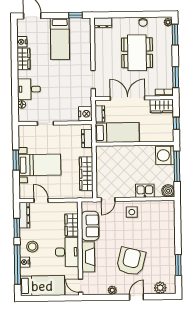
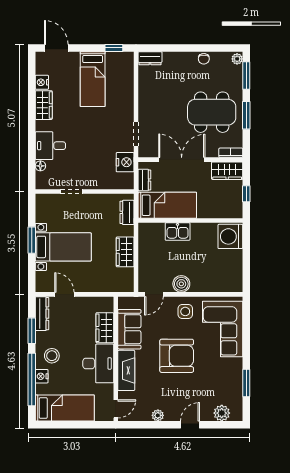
dining table: (137, 53) -> (212, 112), moved, turned 90
window: (176, 77) -> (246, 115), moved
nightstand: (85, 114) -> (125, 162), moved
window: (177, 166) -> (246, 251), removed
wardrobe: (86, 174) -> (125, 252), width x0.67
kitchen sink: (145, 191) -> (178, 232), moved, turned 180
boiler: (168, 191) -> (181, 284), moved
corner sofa: (160, 225) -> (223, 329), added
armchair: (131, 261) -> (177, 356), moved, turned 76
door: (81, 286) -> (116, 409), swing flipped

